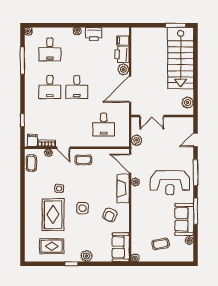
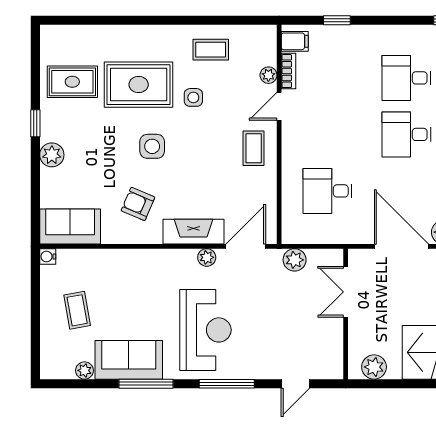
door: (196, 140) -> (295, 384), swing flipped
coffee table: (31, 163) -> (211, 50), moved
reception desk: (170, 183) -> (206, 330), turned 180
rug: (52, 246) -> (72, 82), turned 90

